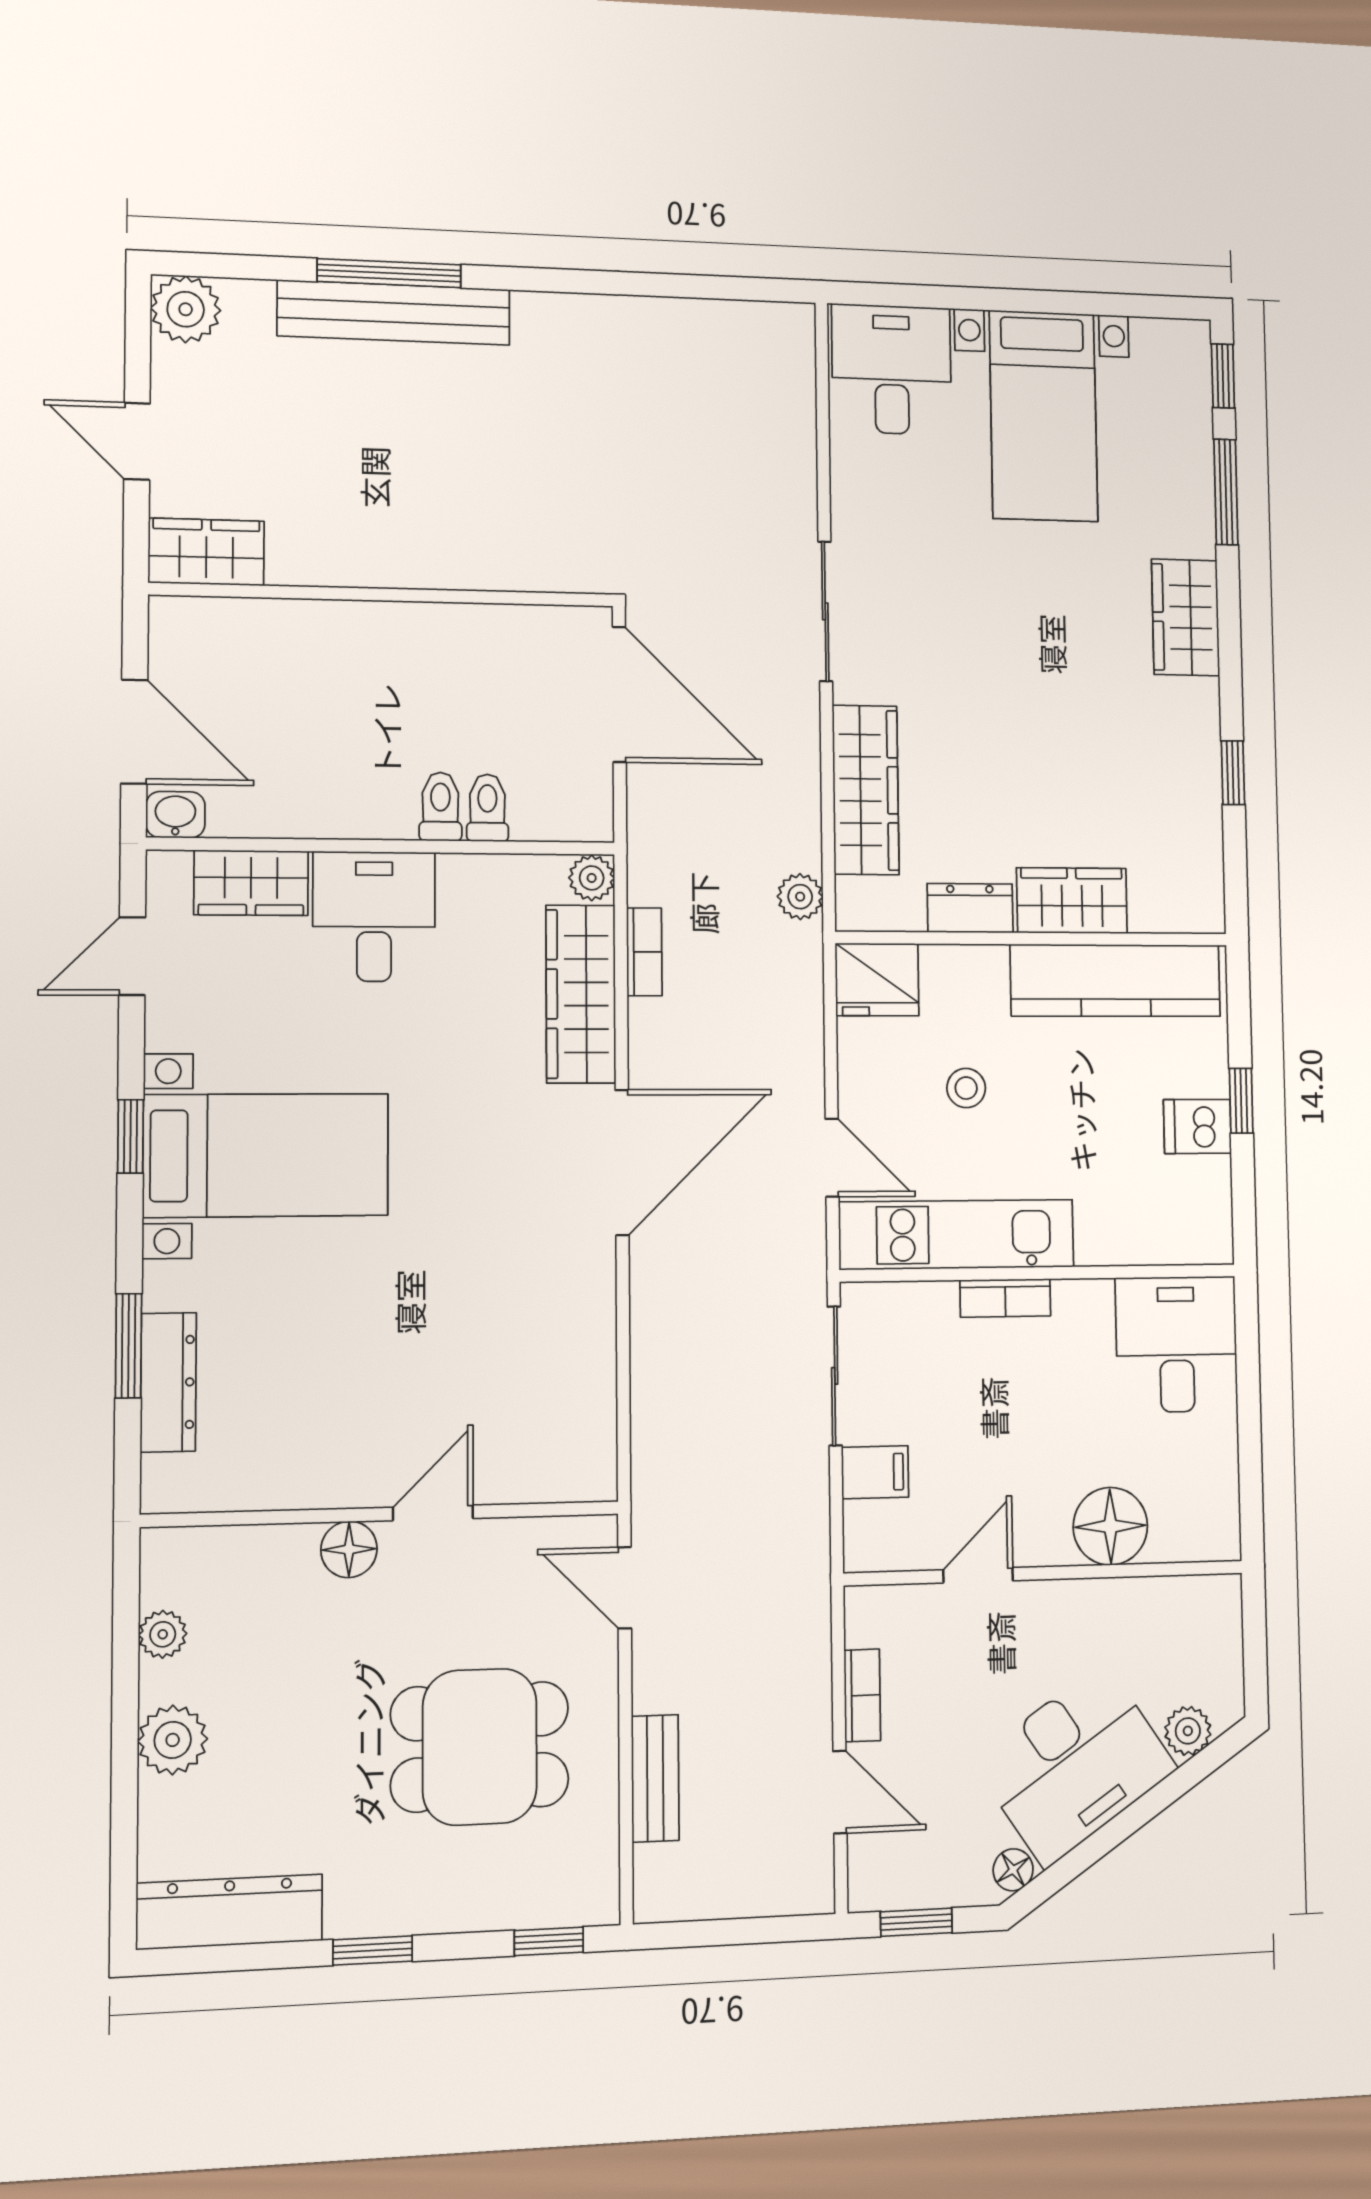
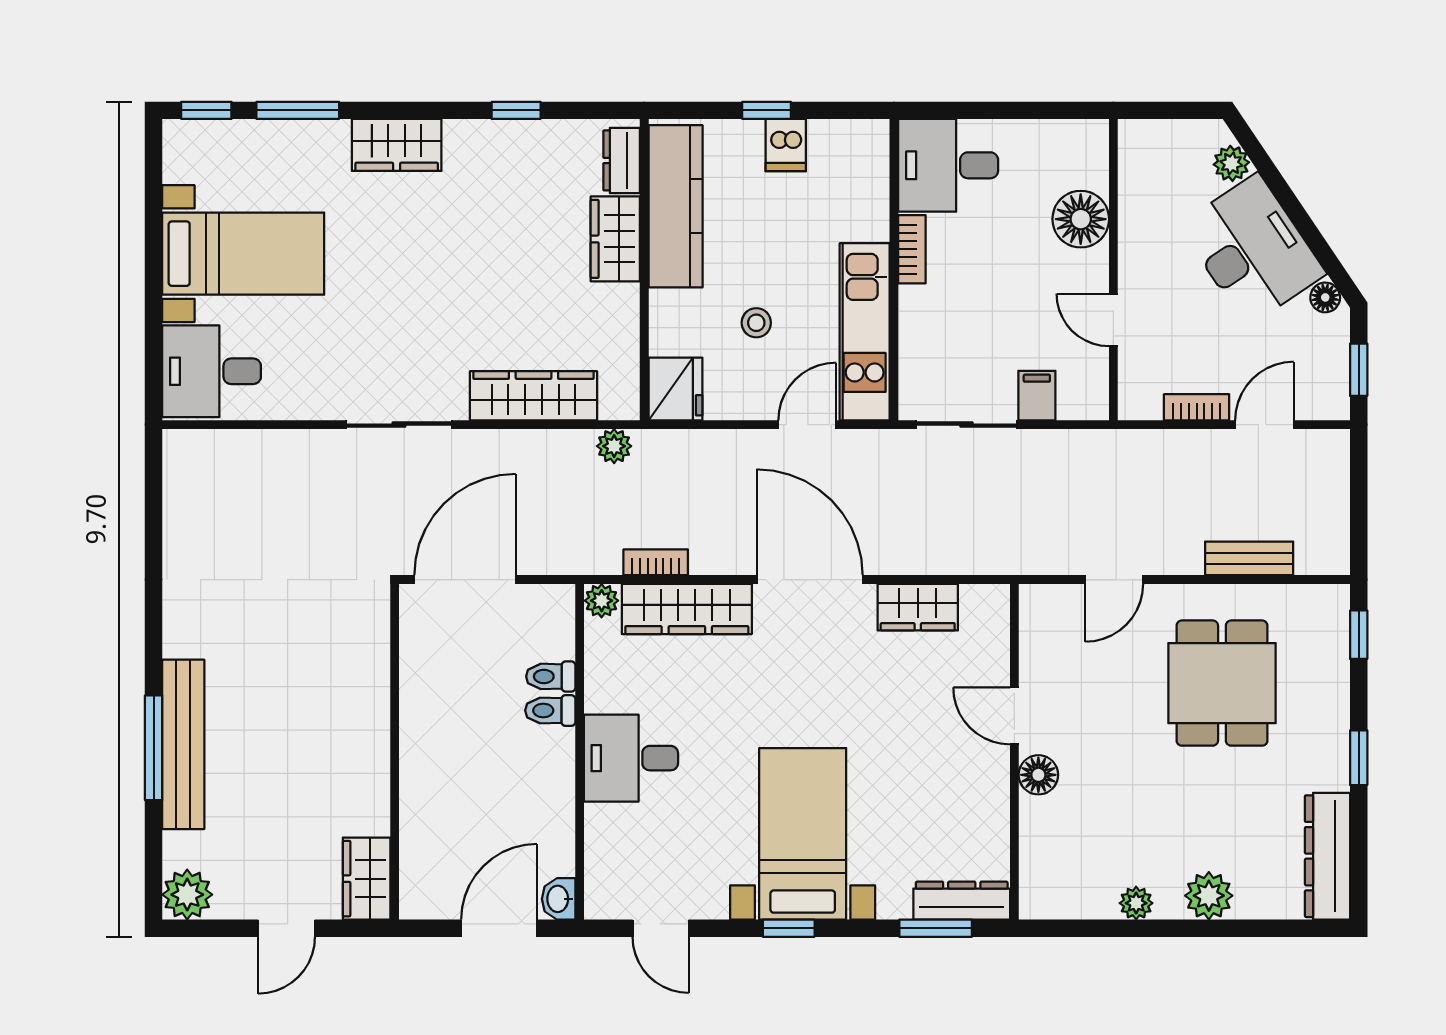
wardrobe: (251, 883) -> (918, 607), moved, turned 90
dresser: (970, 908) -> (622, 160), moved
bookcase: (1005, 1298) -> (912, 249), moved
door: (433, 1513) -> (1014, 716), moved
wall: (382, 1514) -> (1014, 752), moved
floor lamp: (349, 1549) -> (1038, 775), moved

